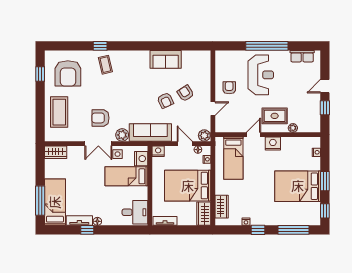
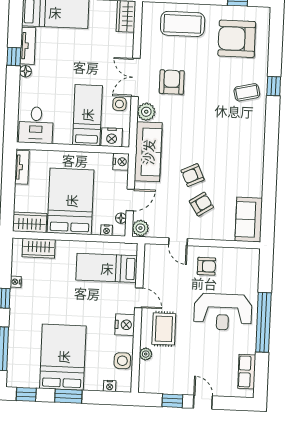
sofa: (166, 59) -> (249, 220), moved
side table: (298, 144) -> (122, 361), added

